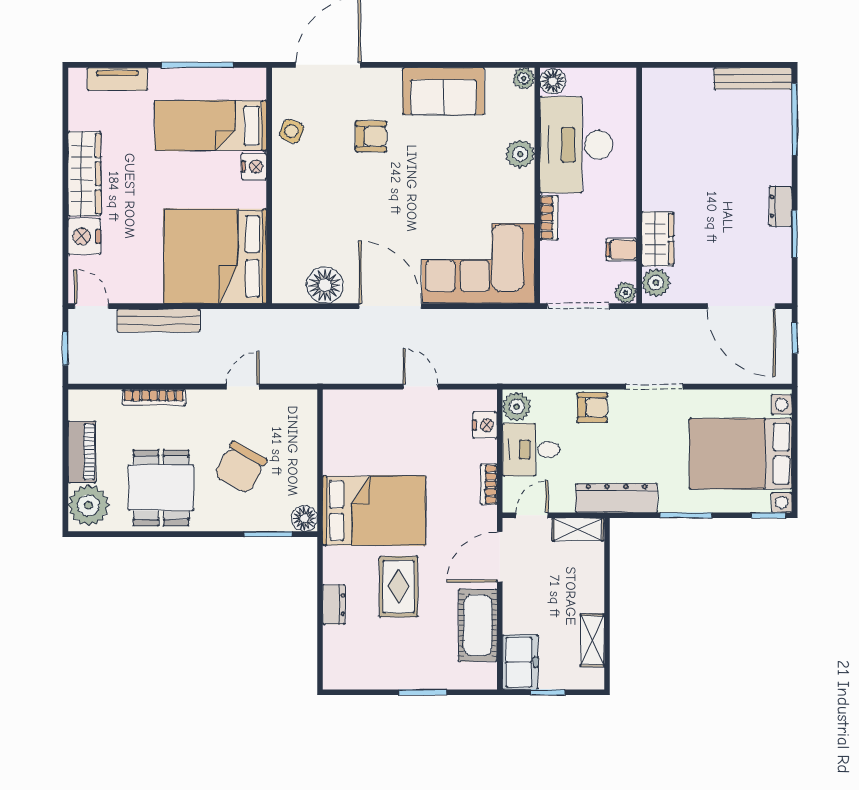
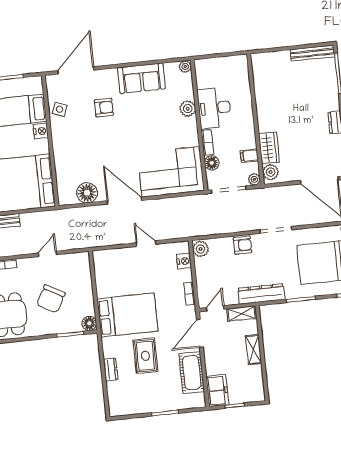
floor lamp: (553, 81) -> (212, 163), moved
desk: (576, 145) -> (214, 108), width x0.73, depth x0.77
desk: (531, 450) -> (211, 272), removed
shelving: (592, 640) -> (254, 350), moved

